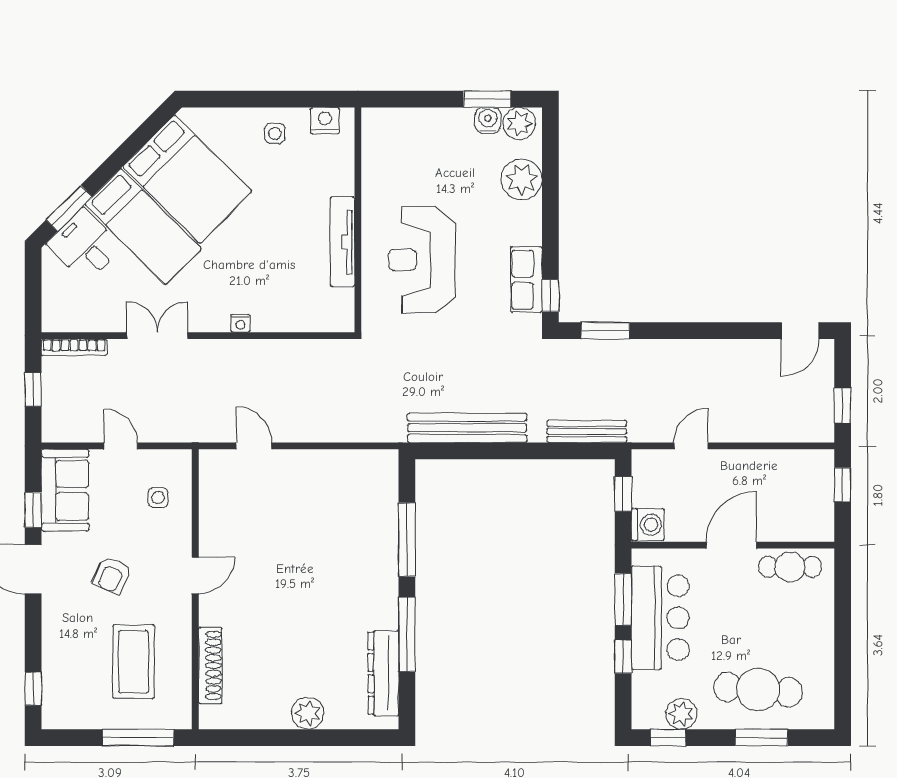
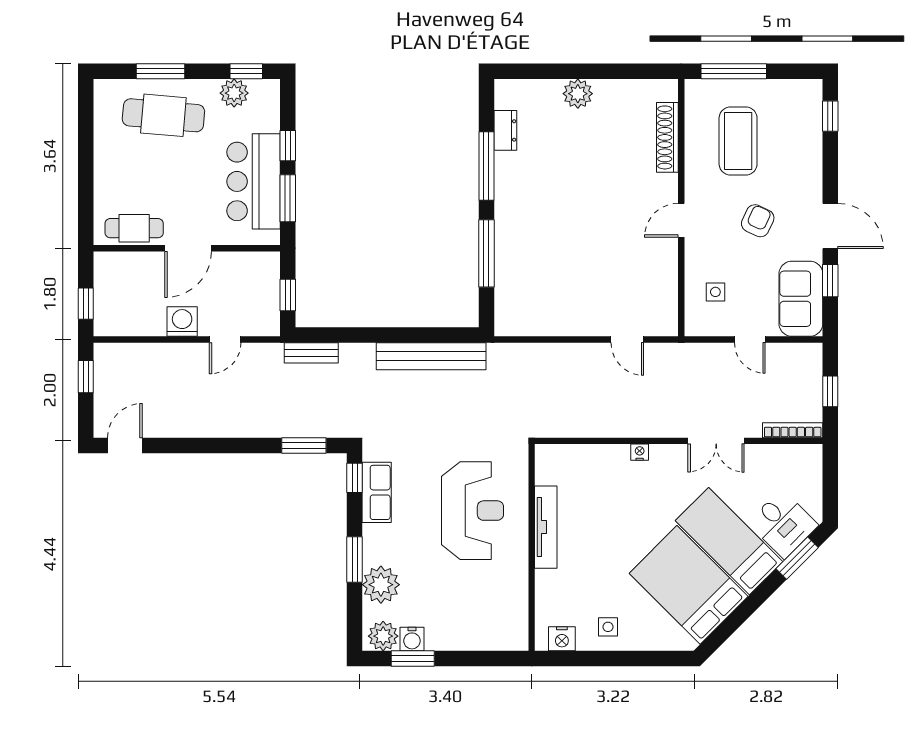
window: (550, 207) -> (355, 560), added
bench: (587, 431) -> (311, 353), width x0.73
washing machine: (648, 525) -> (182, 321), moved, turned 90
dresser: (383, 673) -> (505, 130), width x0.51, depth x0.80

